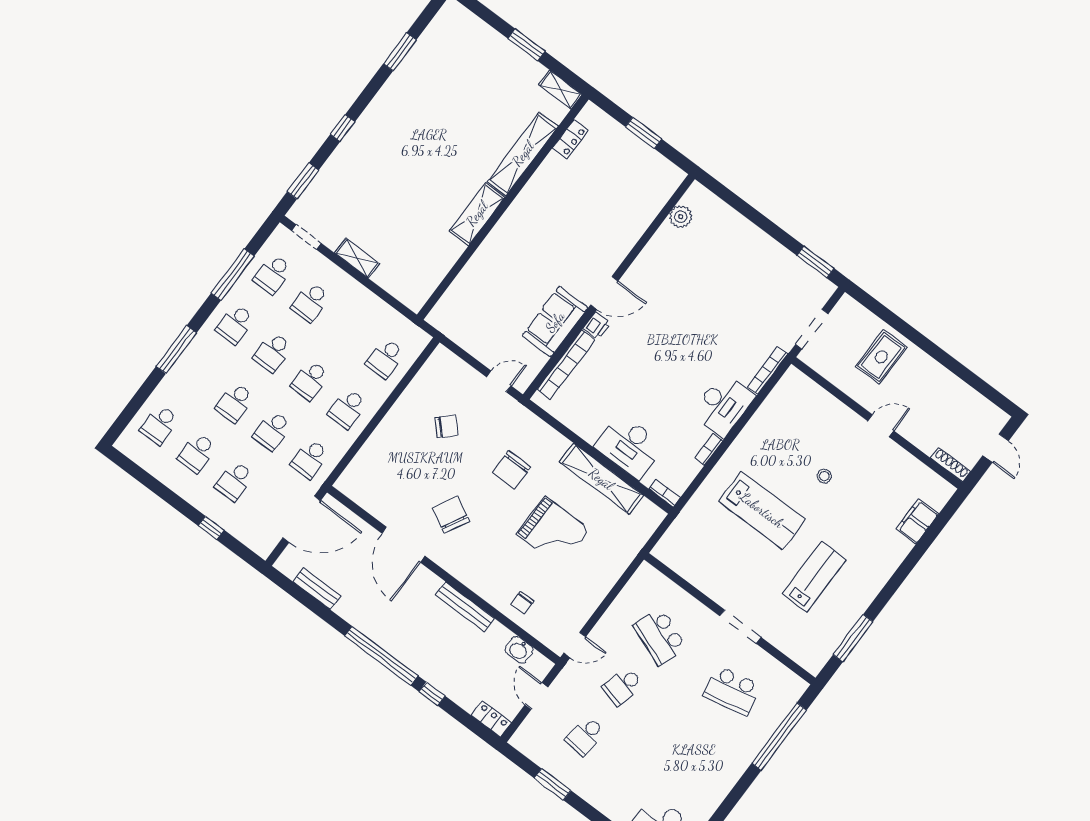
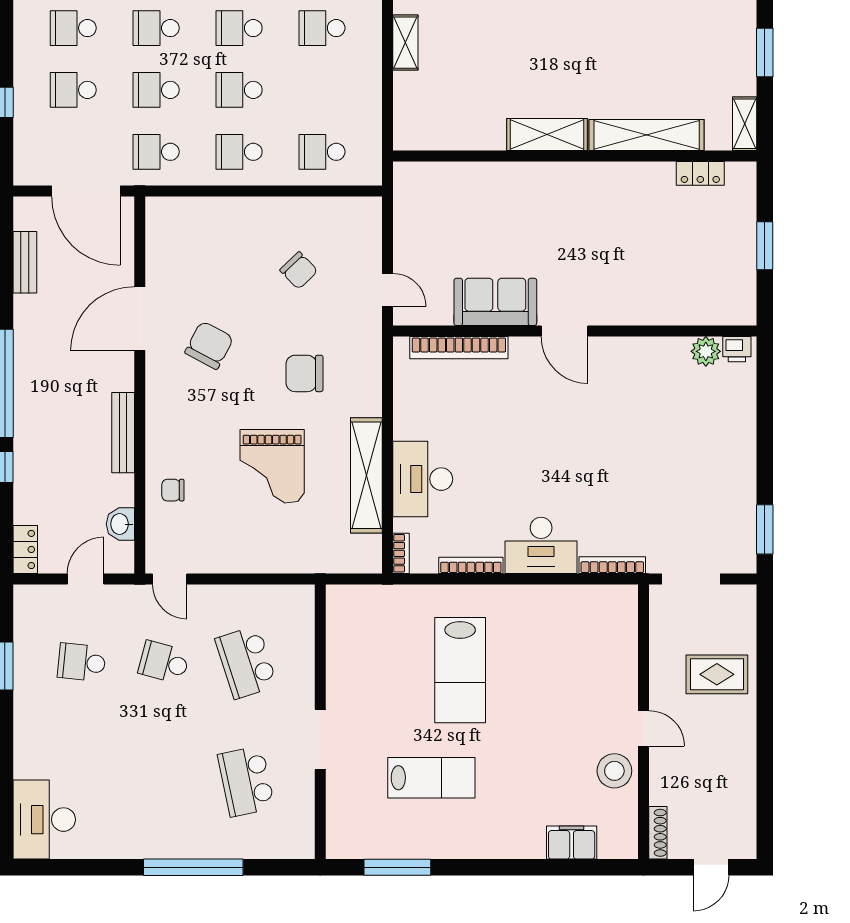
printer: (597, 326) -> (737, 349), moved
bookcase: (709, 449) -> (471, 565), width x1.56
stool: (824, 476) -> (614, 771), moved, width x1.89, depth x1.89
school desk: (660, 636) -> (246, 662), turned -39
window: (779, 737) -> (193, 867), moved

